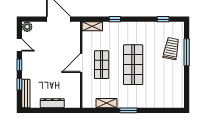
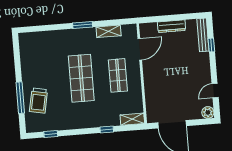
door: (19, 45) -> (215, 91), hinge flipped
door: (81, 63) -> (140, 49), moved
window: (19, 65) -> (213, 68), removed

